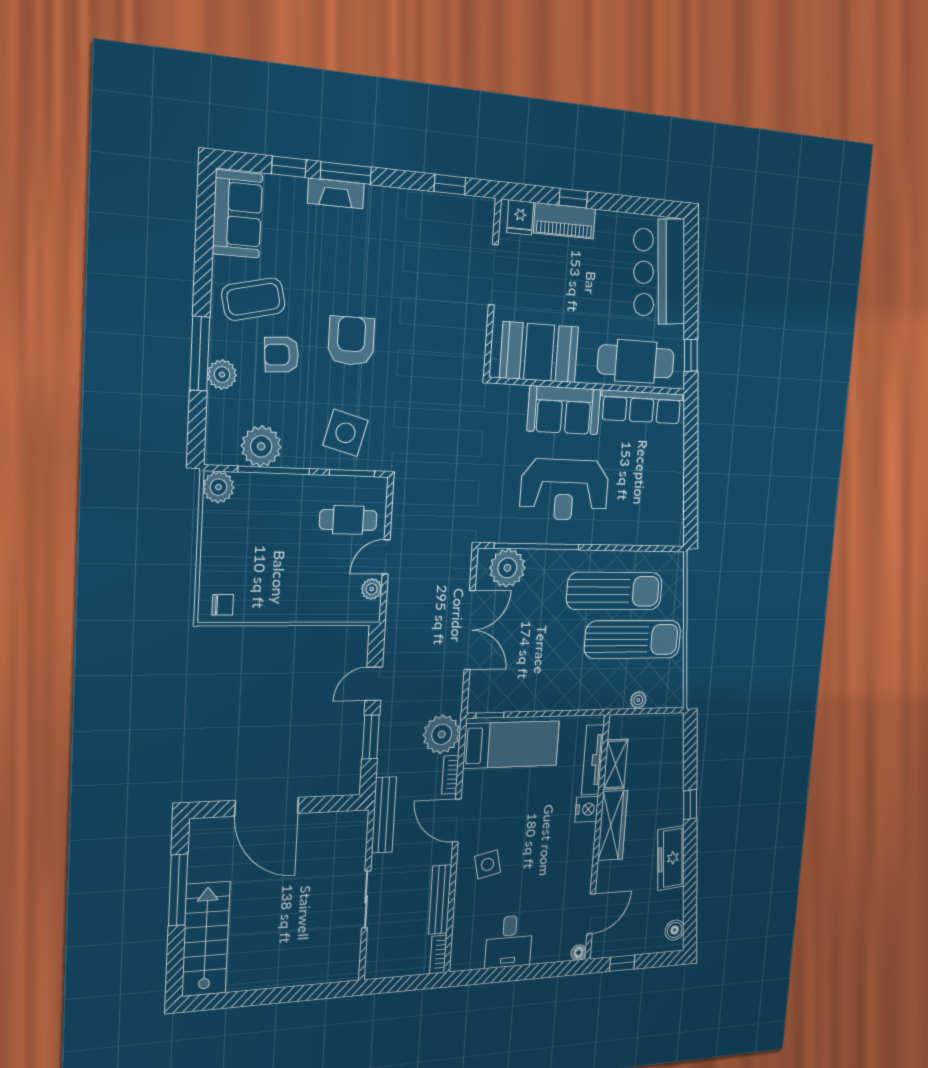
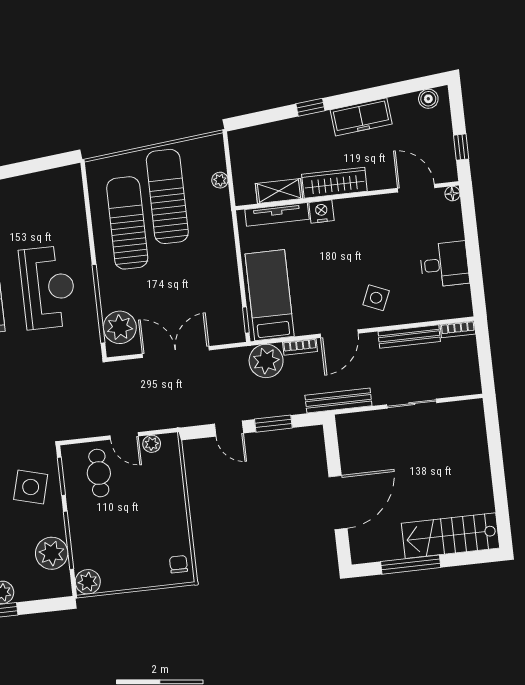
side table: (488, 864) -> (376, 298), turned 36

